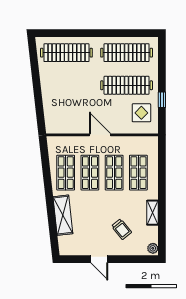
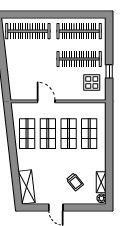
door: (100, 135) -> (46, 101), moved
shelving: (152, 213) -> (101, 182), moved
shelving: (63, 215) -> (27, 187), moved

